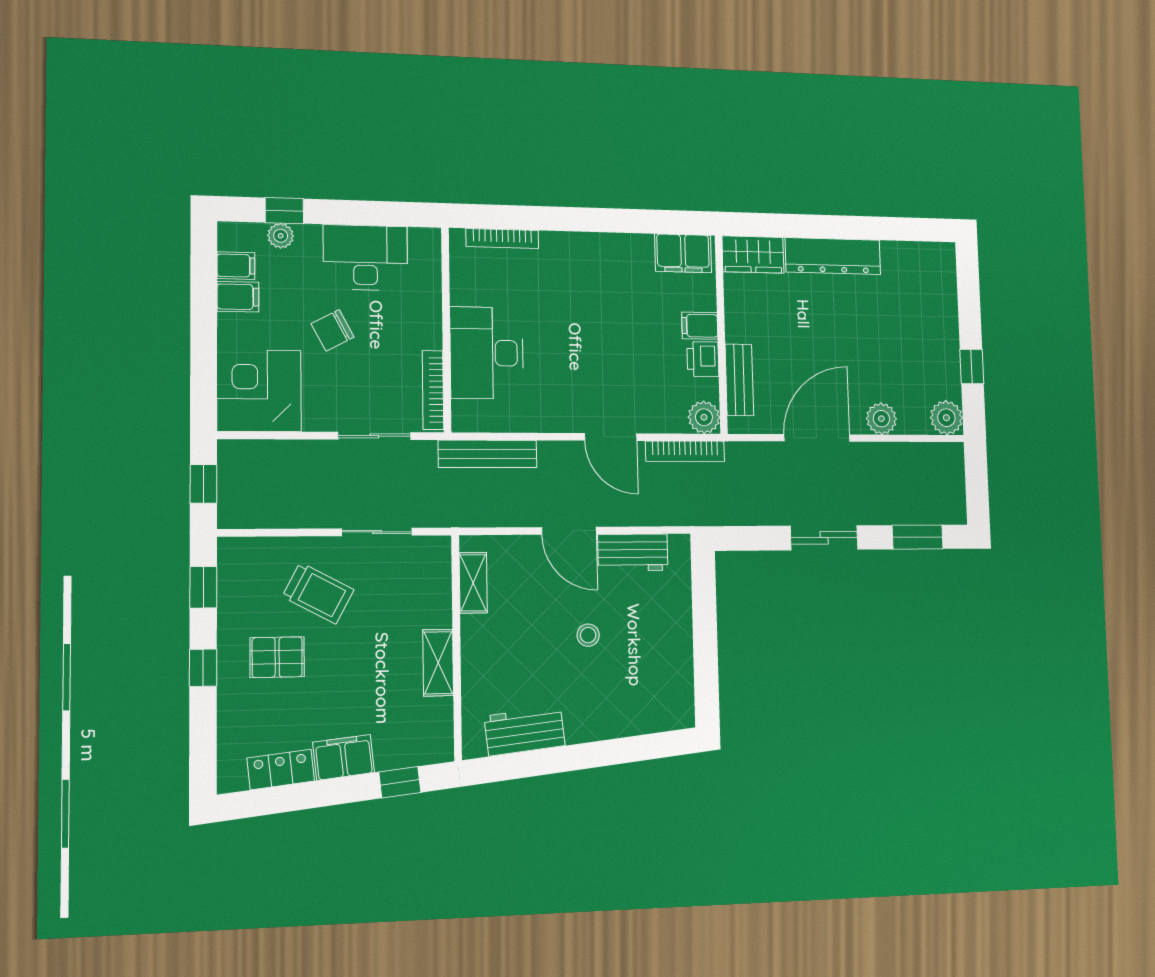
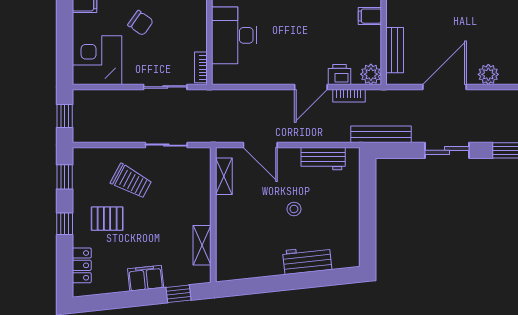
chair: (333, 330) -> (141, 23), turned -117
printer: (703, 359) -> (339, 75), moved, turned 90
bookcase: (433, 390) -> (201, 67), width x0.64
door: (611, 437) -> (311, 87), hinge flipped
bookcase: (685, 451) -> (349, 96), width x0.64
bench: (488, 454) -> (381, 134), moved
door: (569, 531) -> (260, 145), moved
shelving: (438, 663) -> (202, 245), moved
workbench: (525, 731) -> (307, 260), moved
locker: (281, 769) -> (82, 265), moved, turned 96

